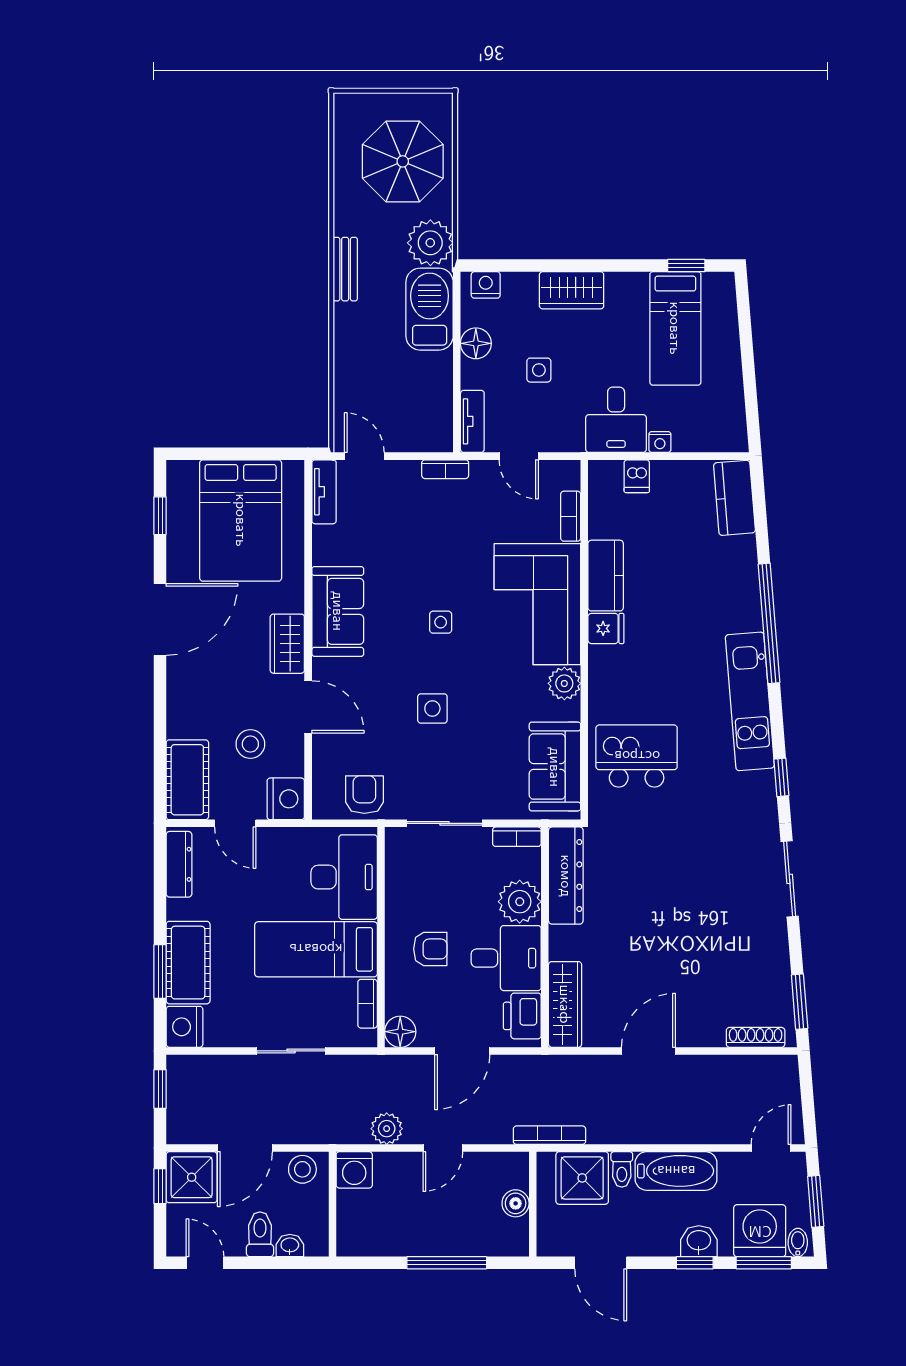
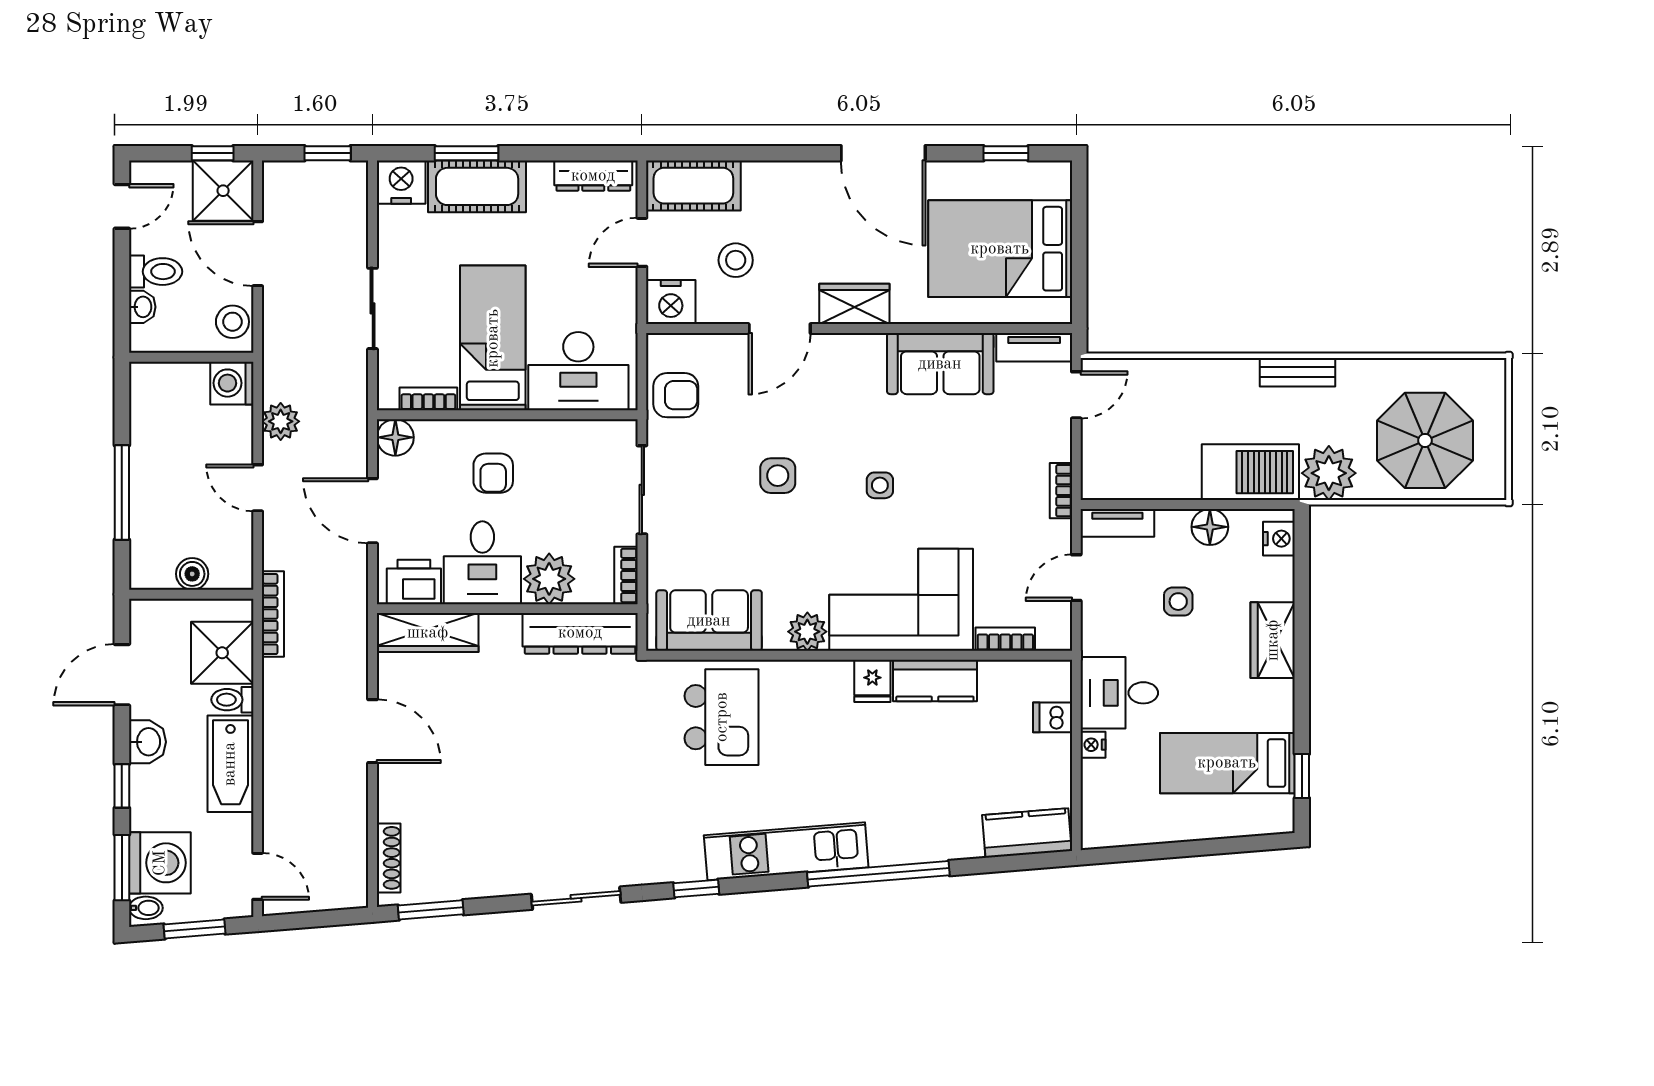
sofa: (338, 611) -> (940, 364), moved
washbasin: (699, 1241) -> (147, 742), moved

